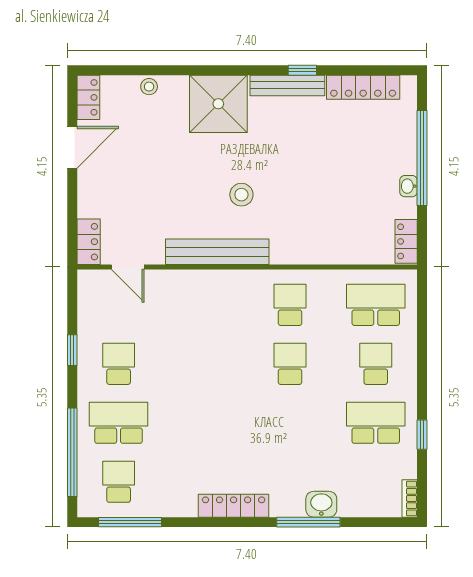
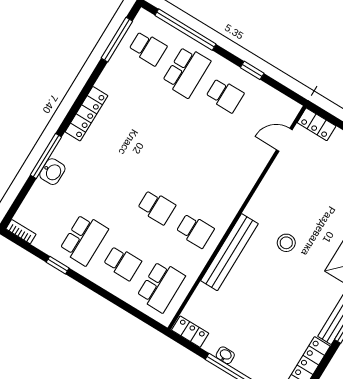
bench: (217, 252) -> (229, 252), moved

